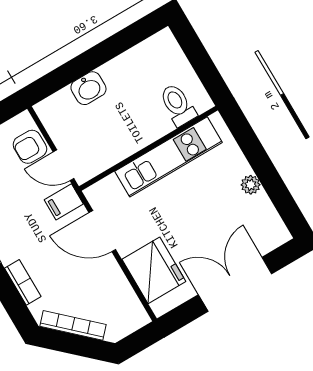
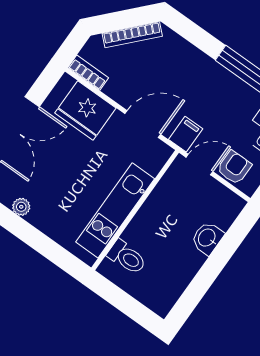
plant: (251, 185) -> (21, 207), moved
bookcase: (23, 282) -> (88, 73), moved, turned 180

